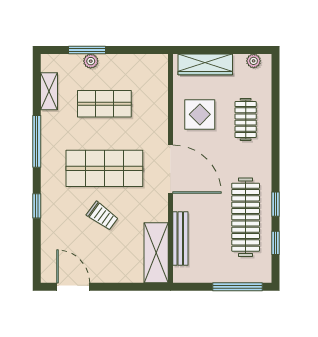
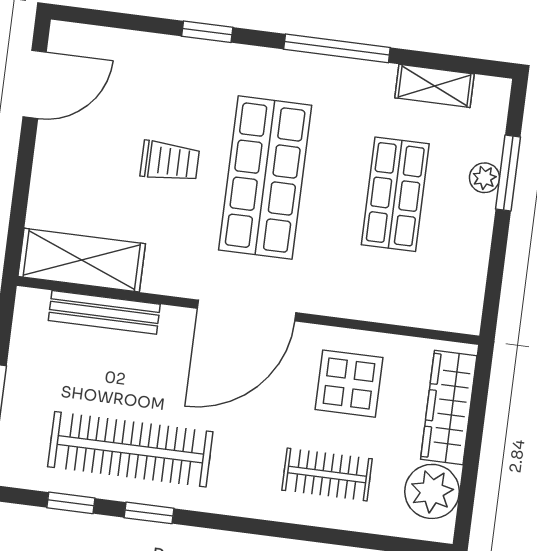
plant: (254, 61) -> (432, 491), width x1.87, depth x1.87
trolley: (102, 216) -> (170, 161), turned -126

